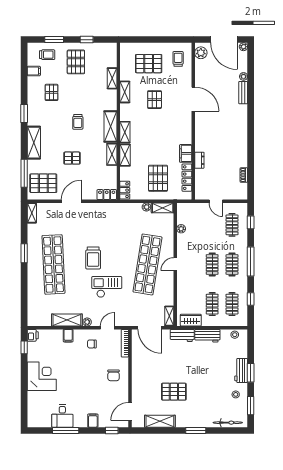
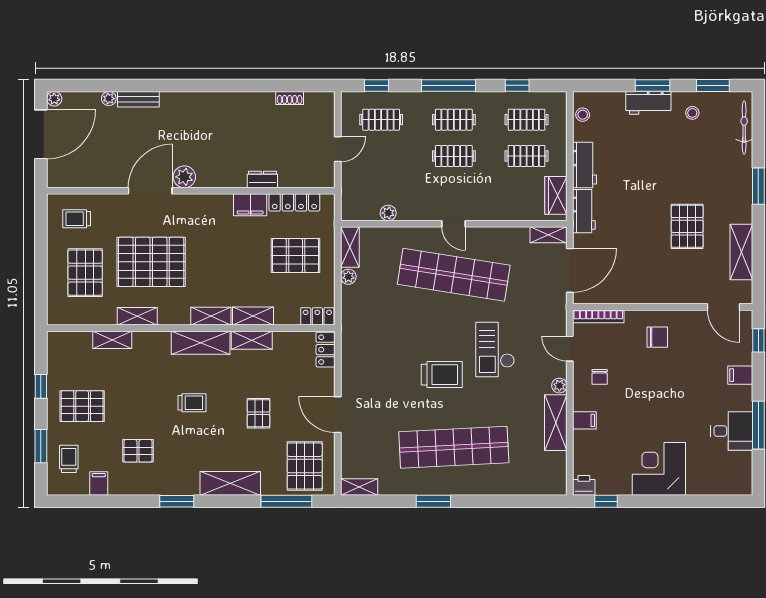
plant: (201, 53) -> (184, 177), moved
pallet: (155, 100) -> (151, 262), width x2.05, depth x2.00

